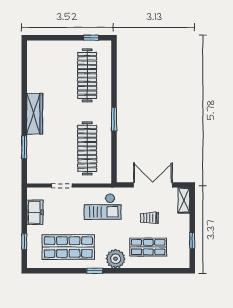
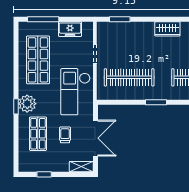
wardrobe: (35, 114) -> (167, 29), width x0.67
window: (24, 147) -> (120, 19), moved
checkout: (103, 207) -> (75, 92), width x1.36, depth x1.21
window: (24, 242) -> (43, 19), width x2.17
window: (95, 271) -> (16, 106), moved

